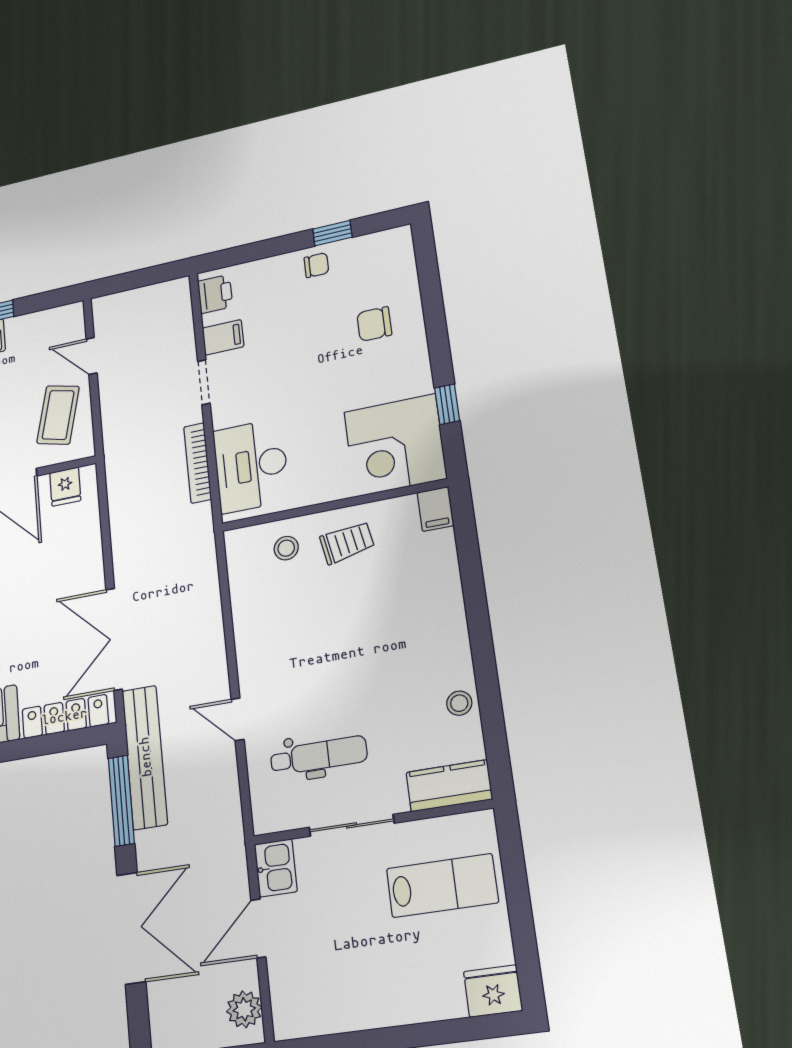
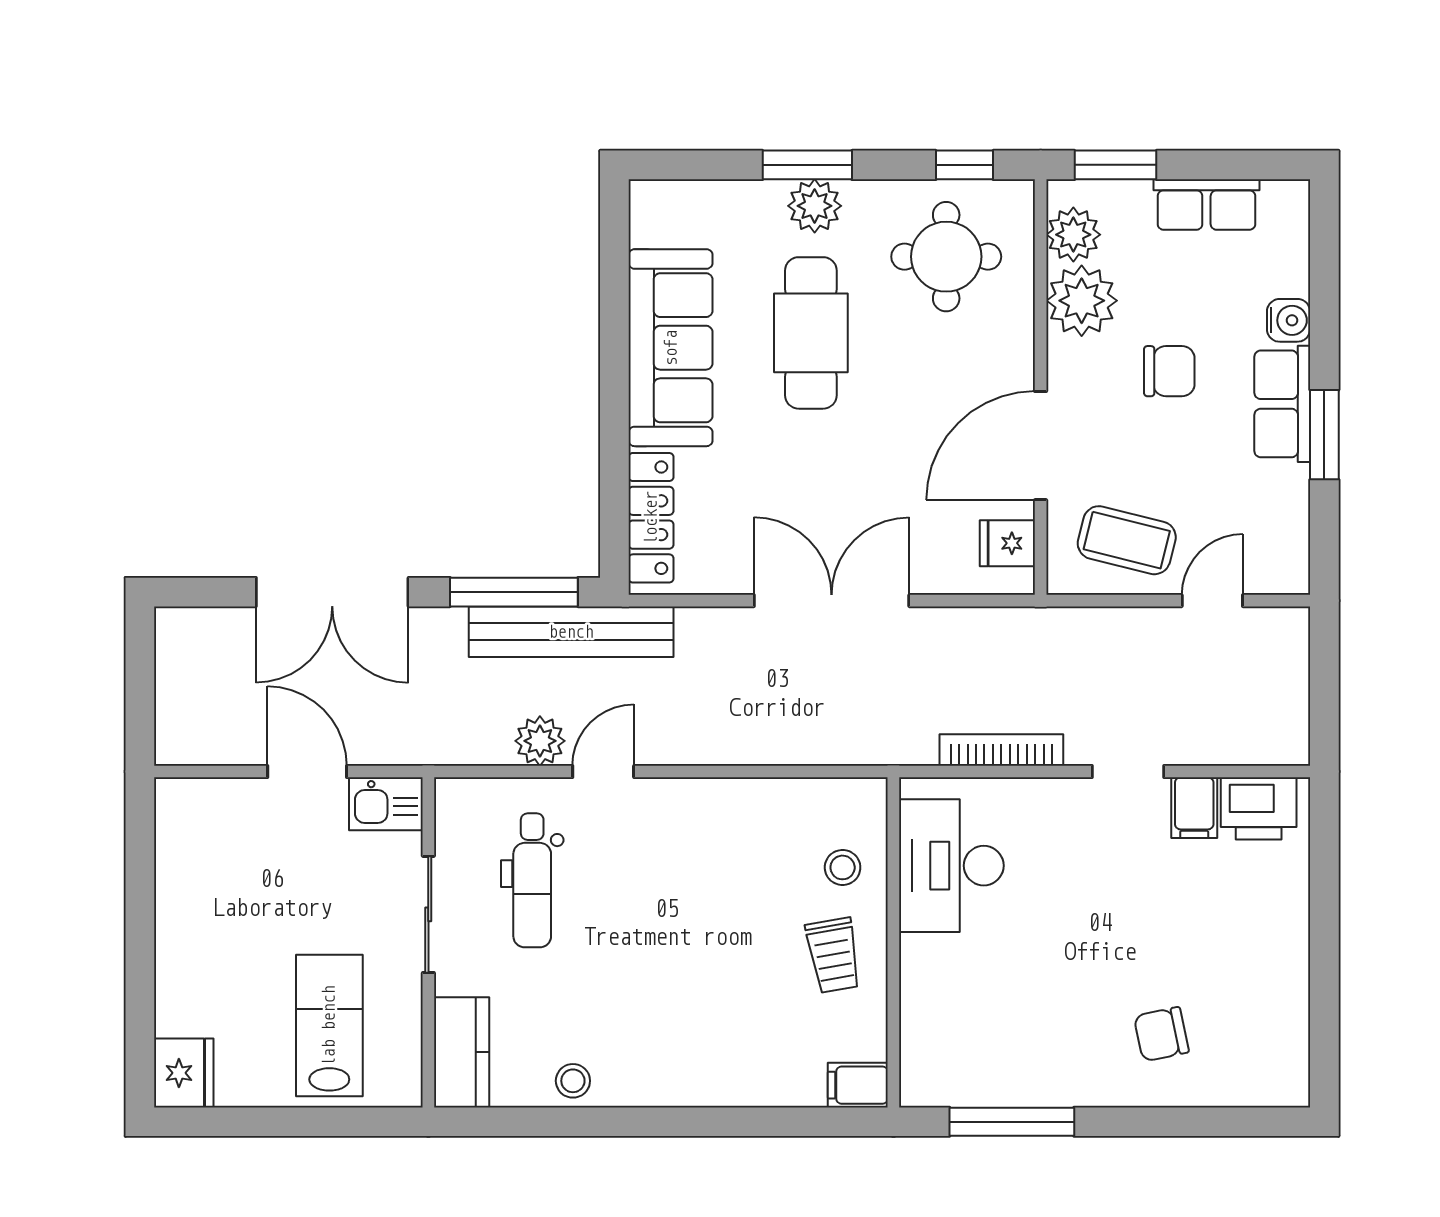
window: (332, 233) -> (1324, 990), removed
chair: (316, 265) -> (1278, 960), removed
printer: (215, 294) -> (1259, 808), width x1.36, depth x1.24
chair: (374, 324) -> (1161, 1034), turned -102
window: (447, 404) -> (1012, 1122), width x2.17
corner desk: (395, 445) -> (966, 1041), removed
desk: (251, 466) -> (951, 866), moved, turned -90
double door: (114, 639) -> (832, 601), moved
lab bench: (442, 886) -> (329, 1026), turned 180
plant: (244, 1009) -> (540, 741), moved

